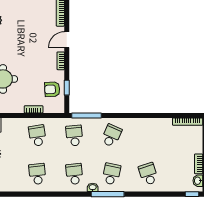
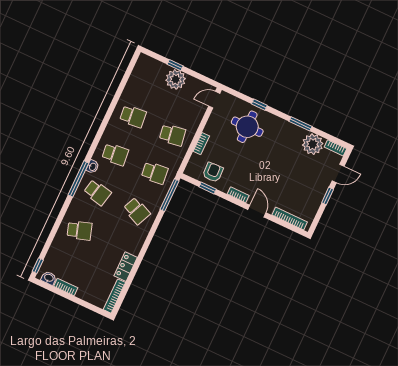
locker: (160, 124) -> (126, 267), added

